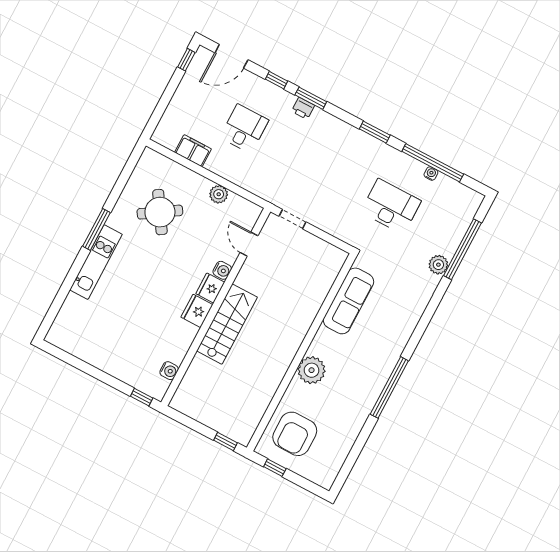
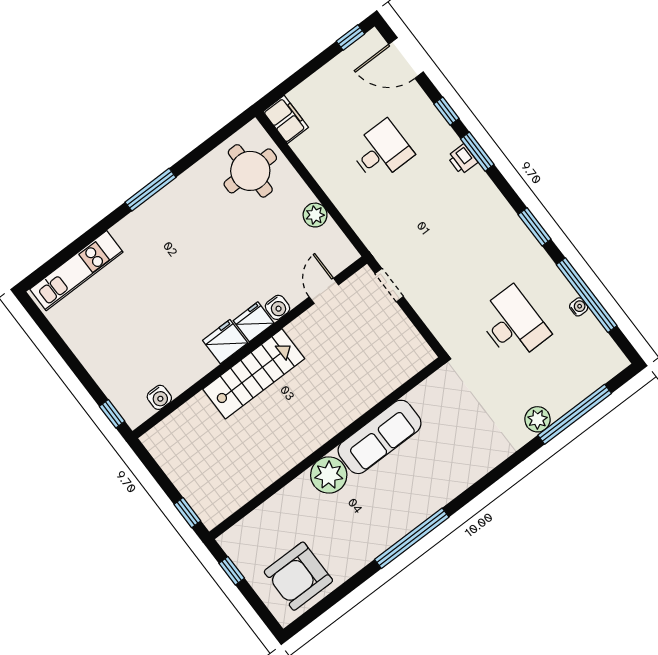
filing cabinet: (193, 151) -> (286, 119), moved
round table: (160, 212) -> (250, 171), moved, turned 33
kitchen unit: (96, 262) -> (76, 271), moved
sofa: (349, 301) -> (380, 437), moved
armchair: (295, 434) -> (298, 576), moved

